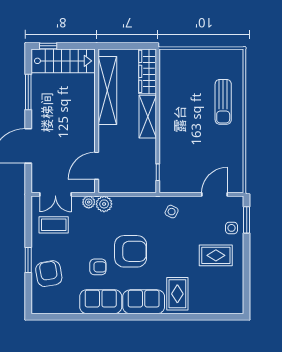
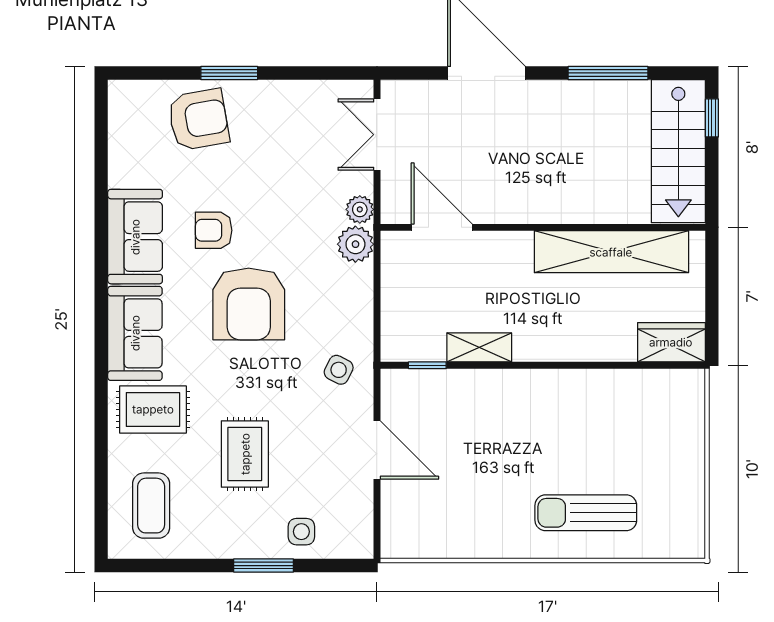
wardrobe: (148, 71) -> (671, 342), width x0.67
shelving: (148, 117) -> (479, 347), moved, width x0.67, depth x0.75
door: (215, 194) -> (377, 450), moved
side table: (172, 212) -> (339, 370), moved
window: (247, 220) -> (264, 566), moved
coffee table: (54, 225) -> (151, 506), moved
rug: (216, 255) -> (245, 454), moved
armchair: (98, 267) -> (214, 230), turned 90

